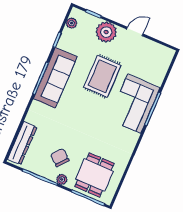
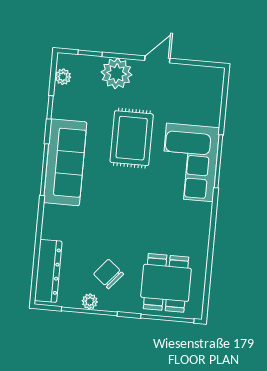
plant: (62, 179) -> (90, 301), moved

